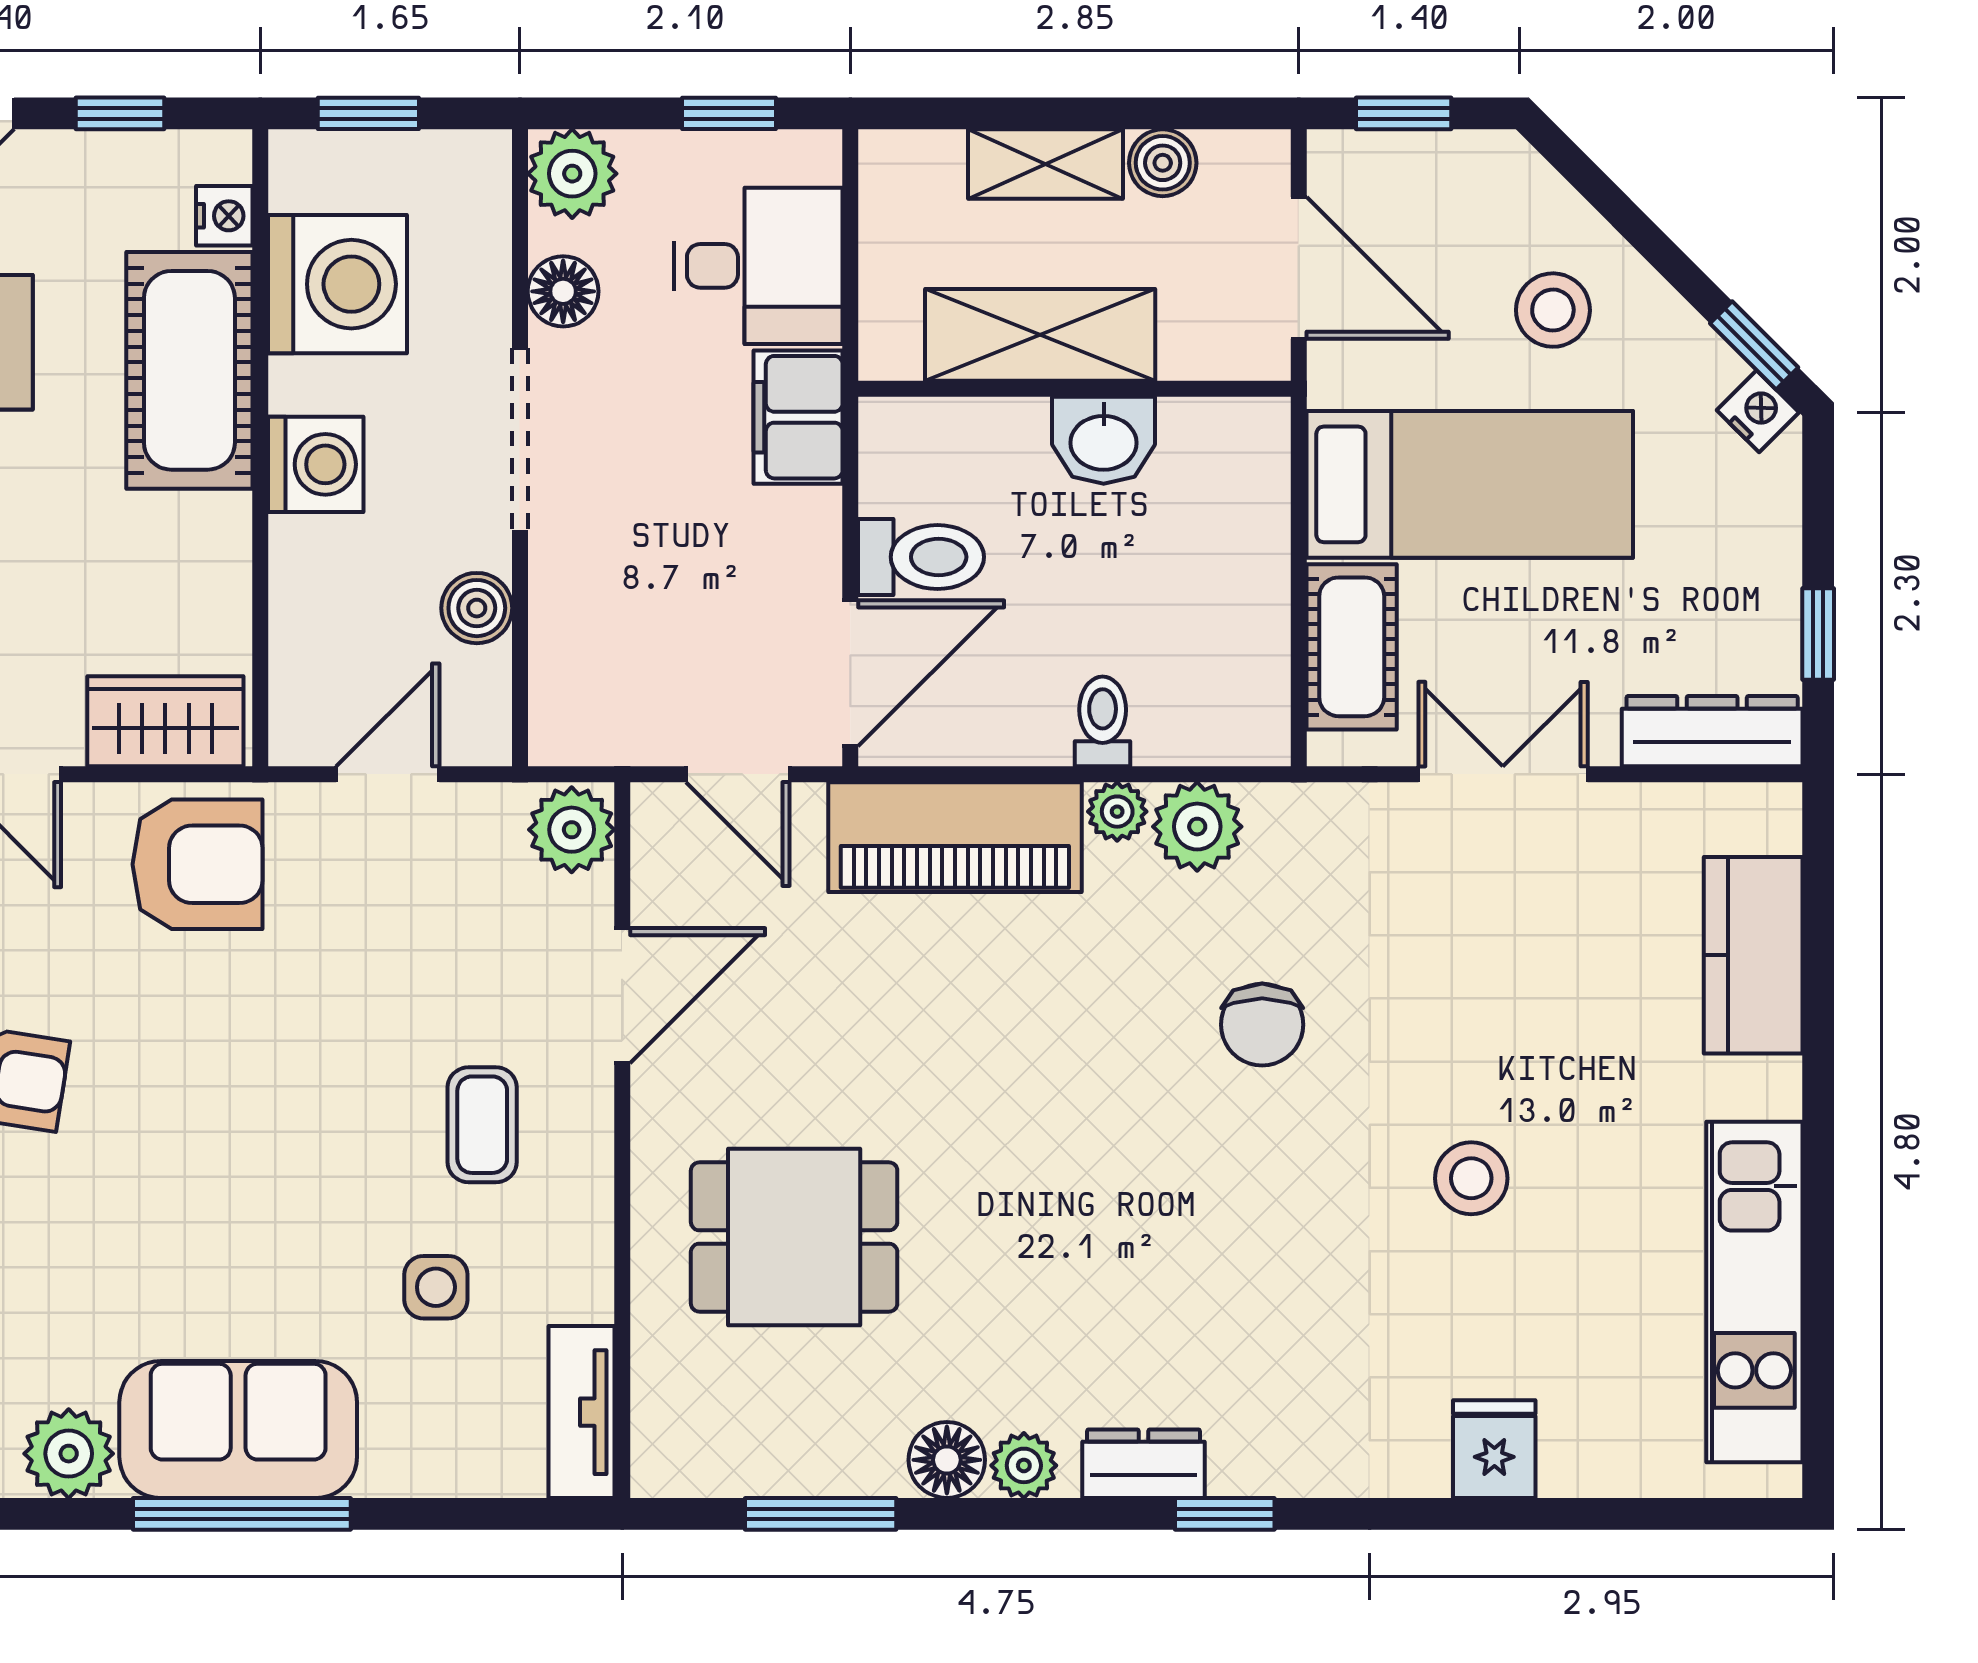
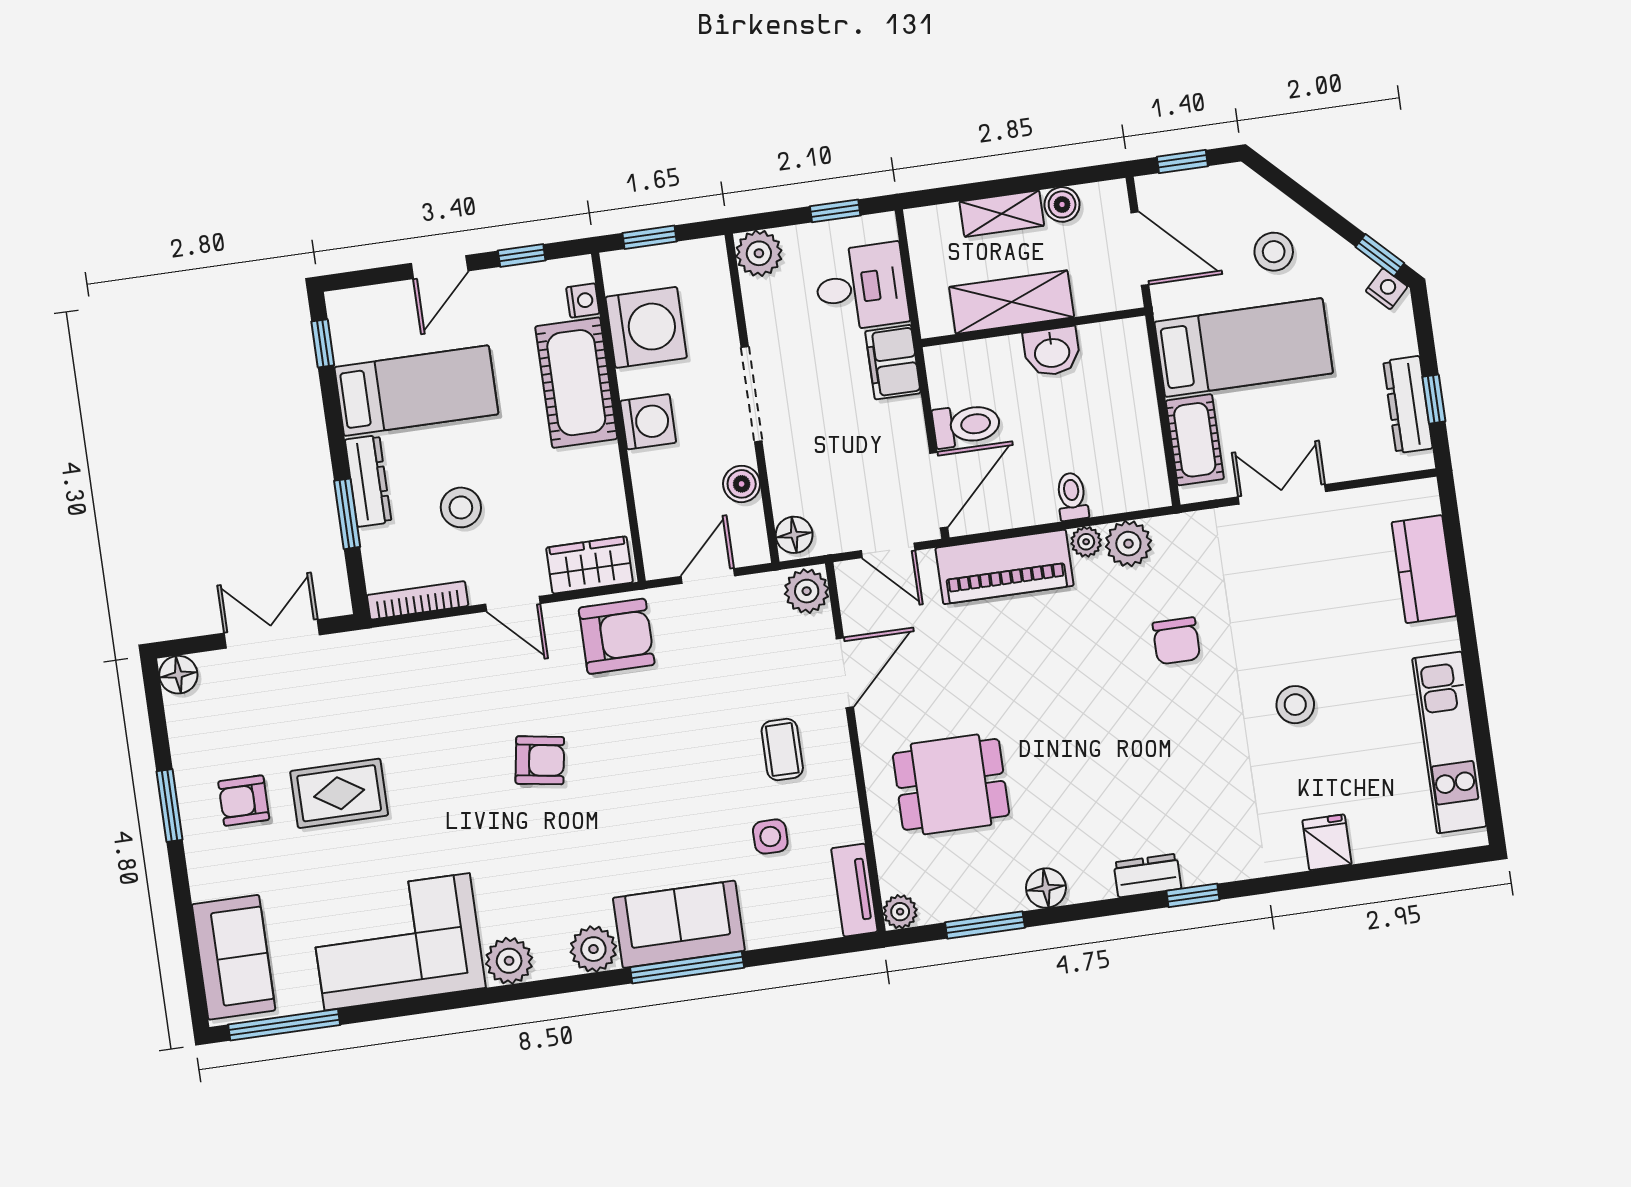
floor lamp: (563, 291) -> (794, 535), moved
dresser: (1712, 731) -> (1408, 405), moved, turned -90
plant: (1024, 1465) -> (900, 912), moved

